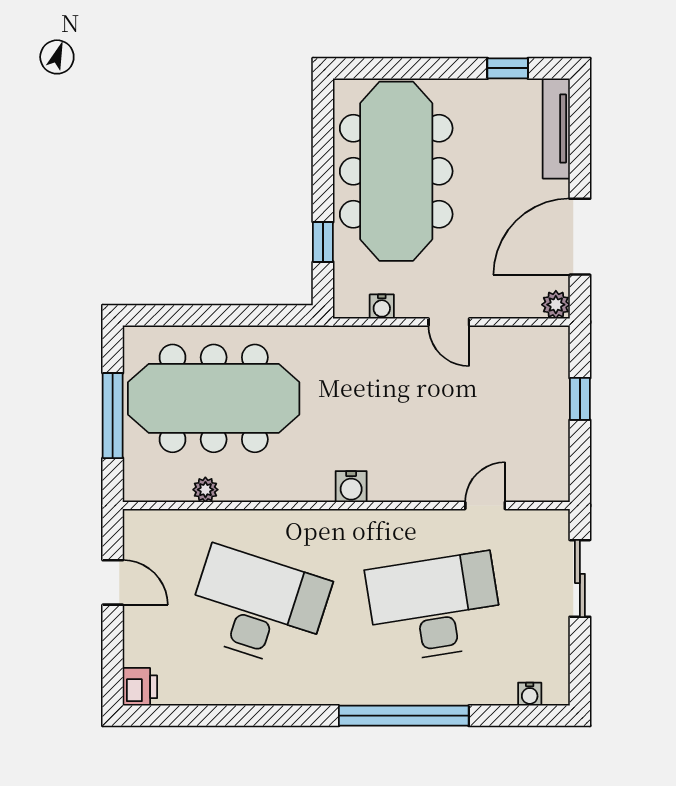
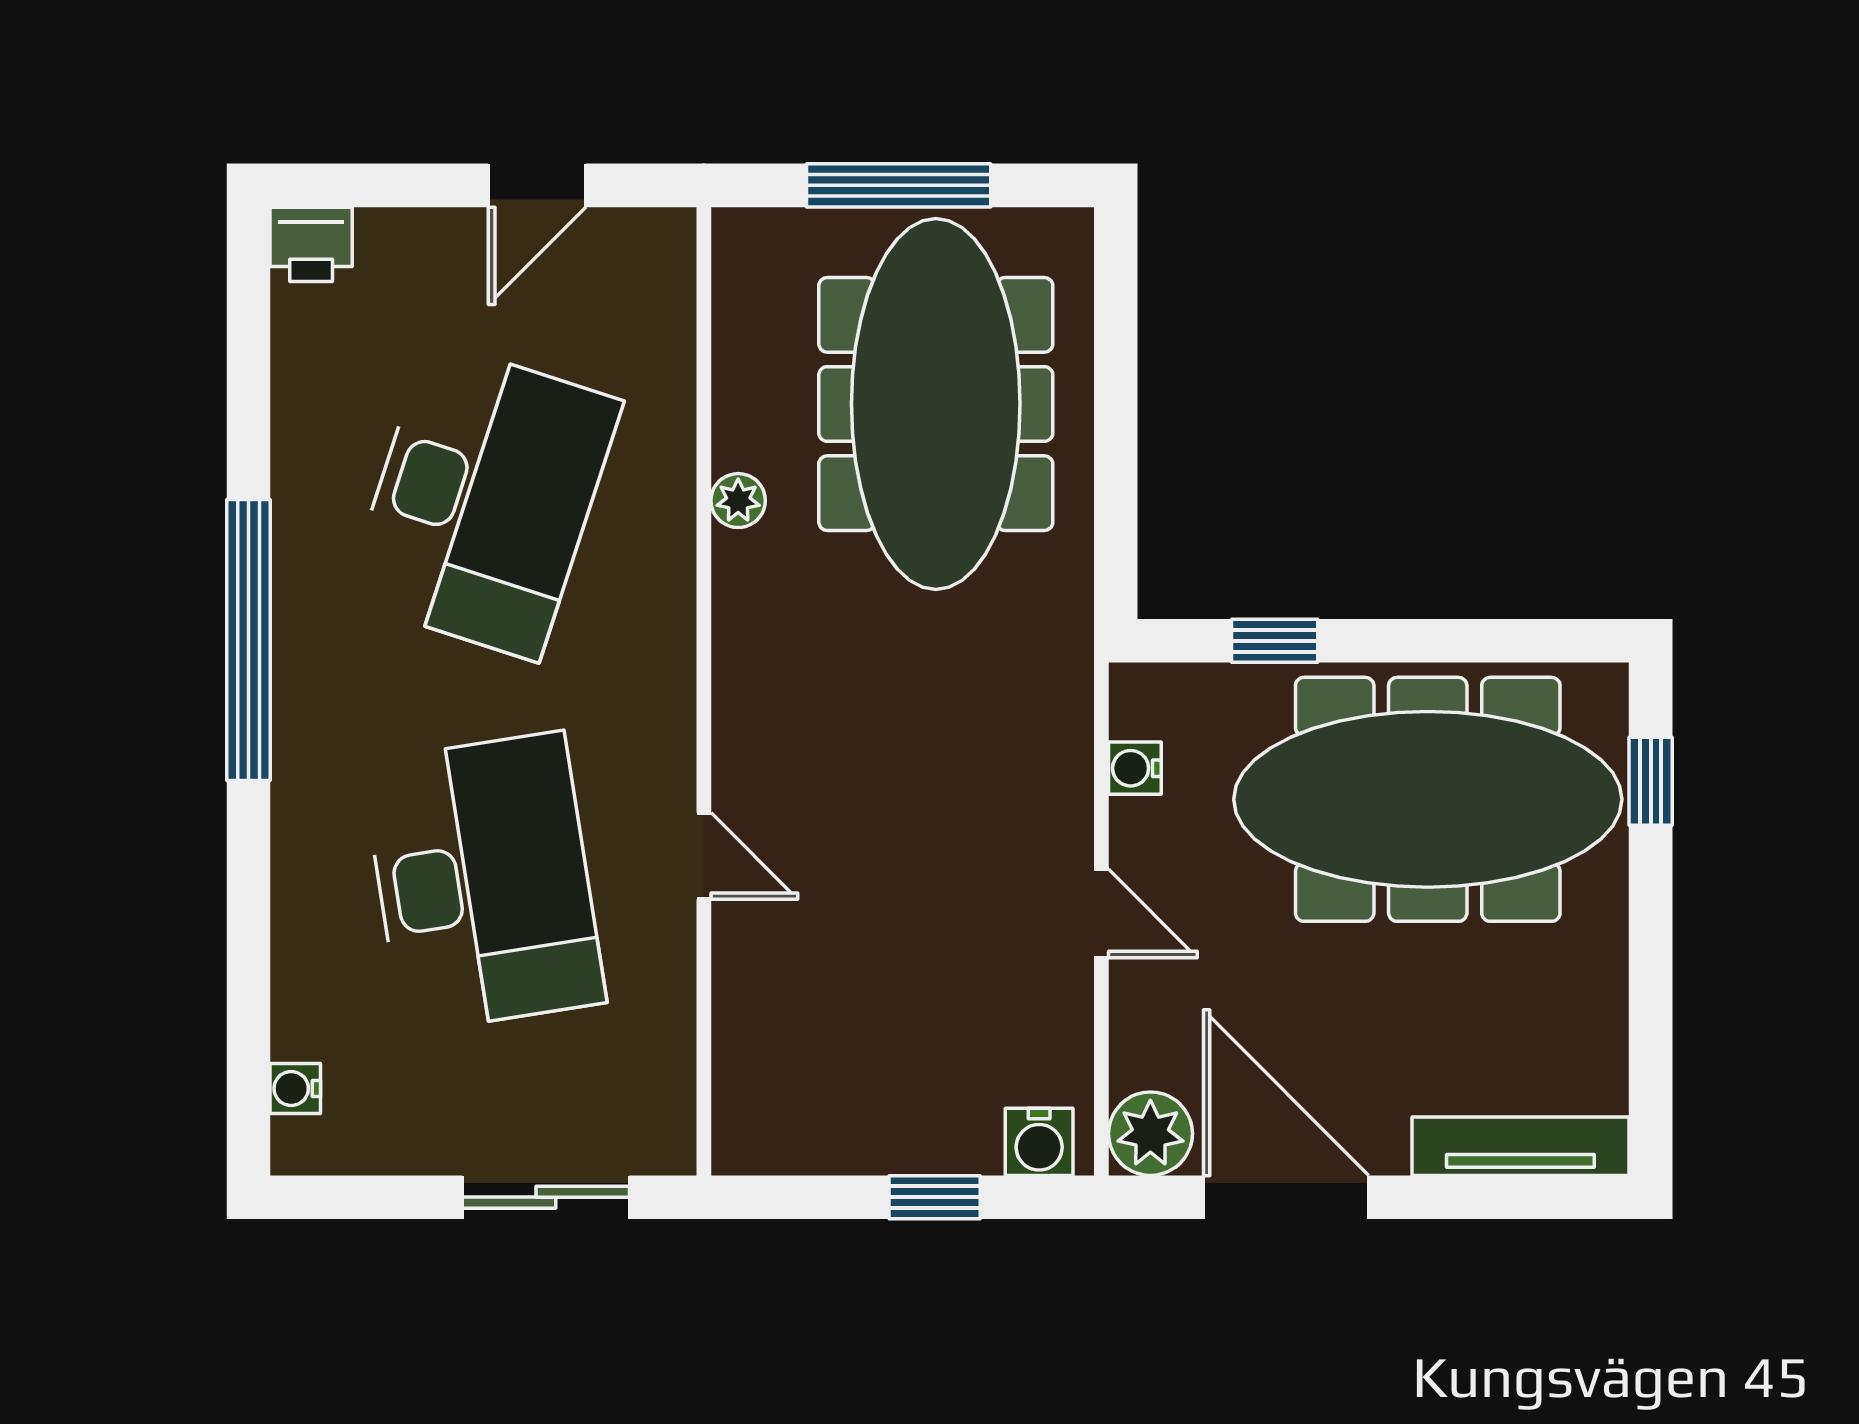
window: (508, 68) -> (1651, 781), moved
plant: (556, 305) -> (1150, 1134), width x1.38, depth x1.38
door: (449, 322) -> (1101, 913), swing flipped
water cooler: (351, 487) -> (1039, 1142), moved, turned -90
plant: (205, 490) -> (738, 501), moved
door: (485, 505) -> (704, 856), moved
window: (404, 716) -> (248, 640), moved

